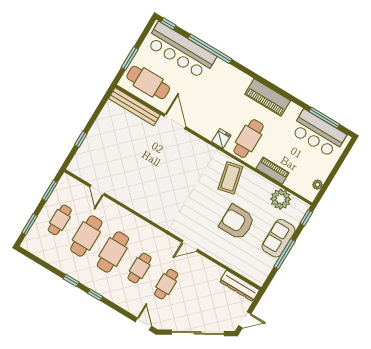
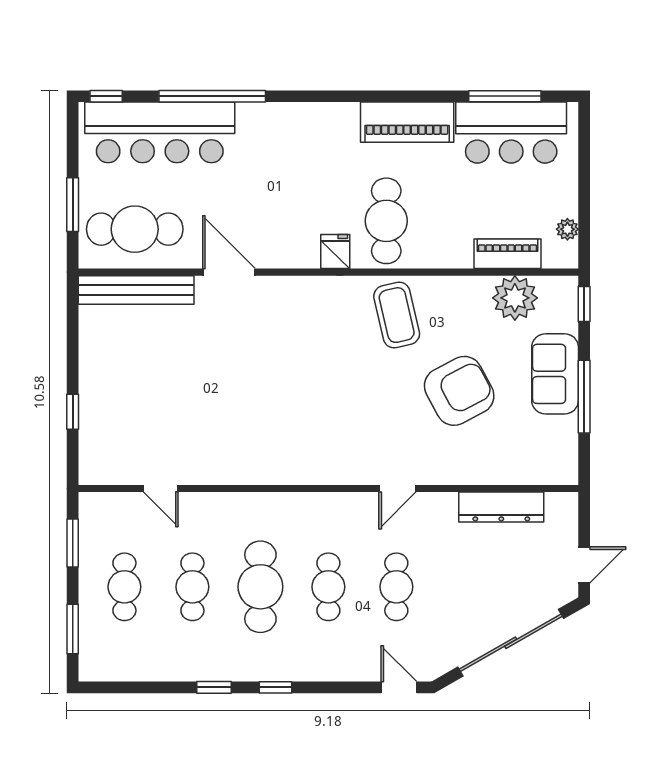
piano: (268, 97) -> (407, 122), moved
piano: (273, 171) -> (507, 254), moved
armchair: (237, 222) -> (459, 391), turned 152
cafe table: (86, 236) -> (192, 587), width x0.73, depth x0.74
dresser: (240, 286) -> (501, 507), moved

